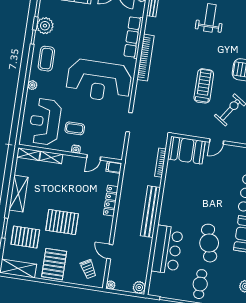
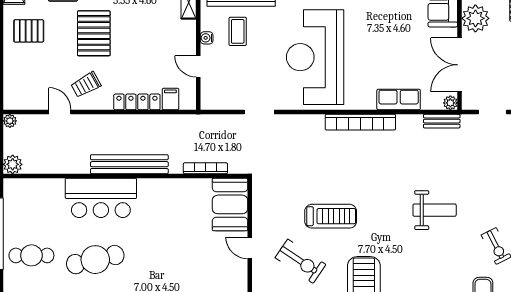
row of seats: (134, 37) -> (399, 100), width x0.68
filing cabinet: (114, 167) -> (170, 99), moved
bar counter: (167, 250) -> (101, 198), moved
door: (110, 252) -> (60, 112), hinge flipped
pallet: (54, 264) -> (29, 31), width x0.67, depth x0.71
trolley: (88, 269) -> (86, 85), moved

